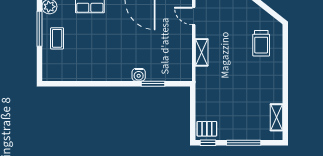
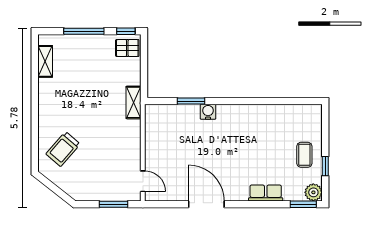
window: (39, 29) -> (325, 166), width x0.46
trolley: (261, 43) -> (63, 149), turned -139
shelving: (202, 52) -> (134, 102), moved

